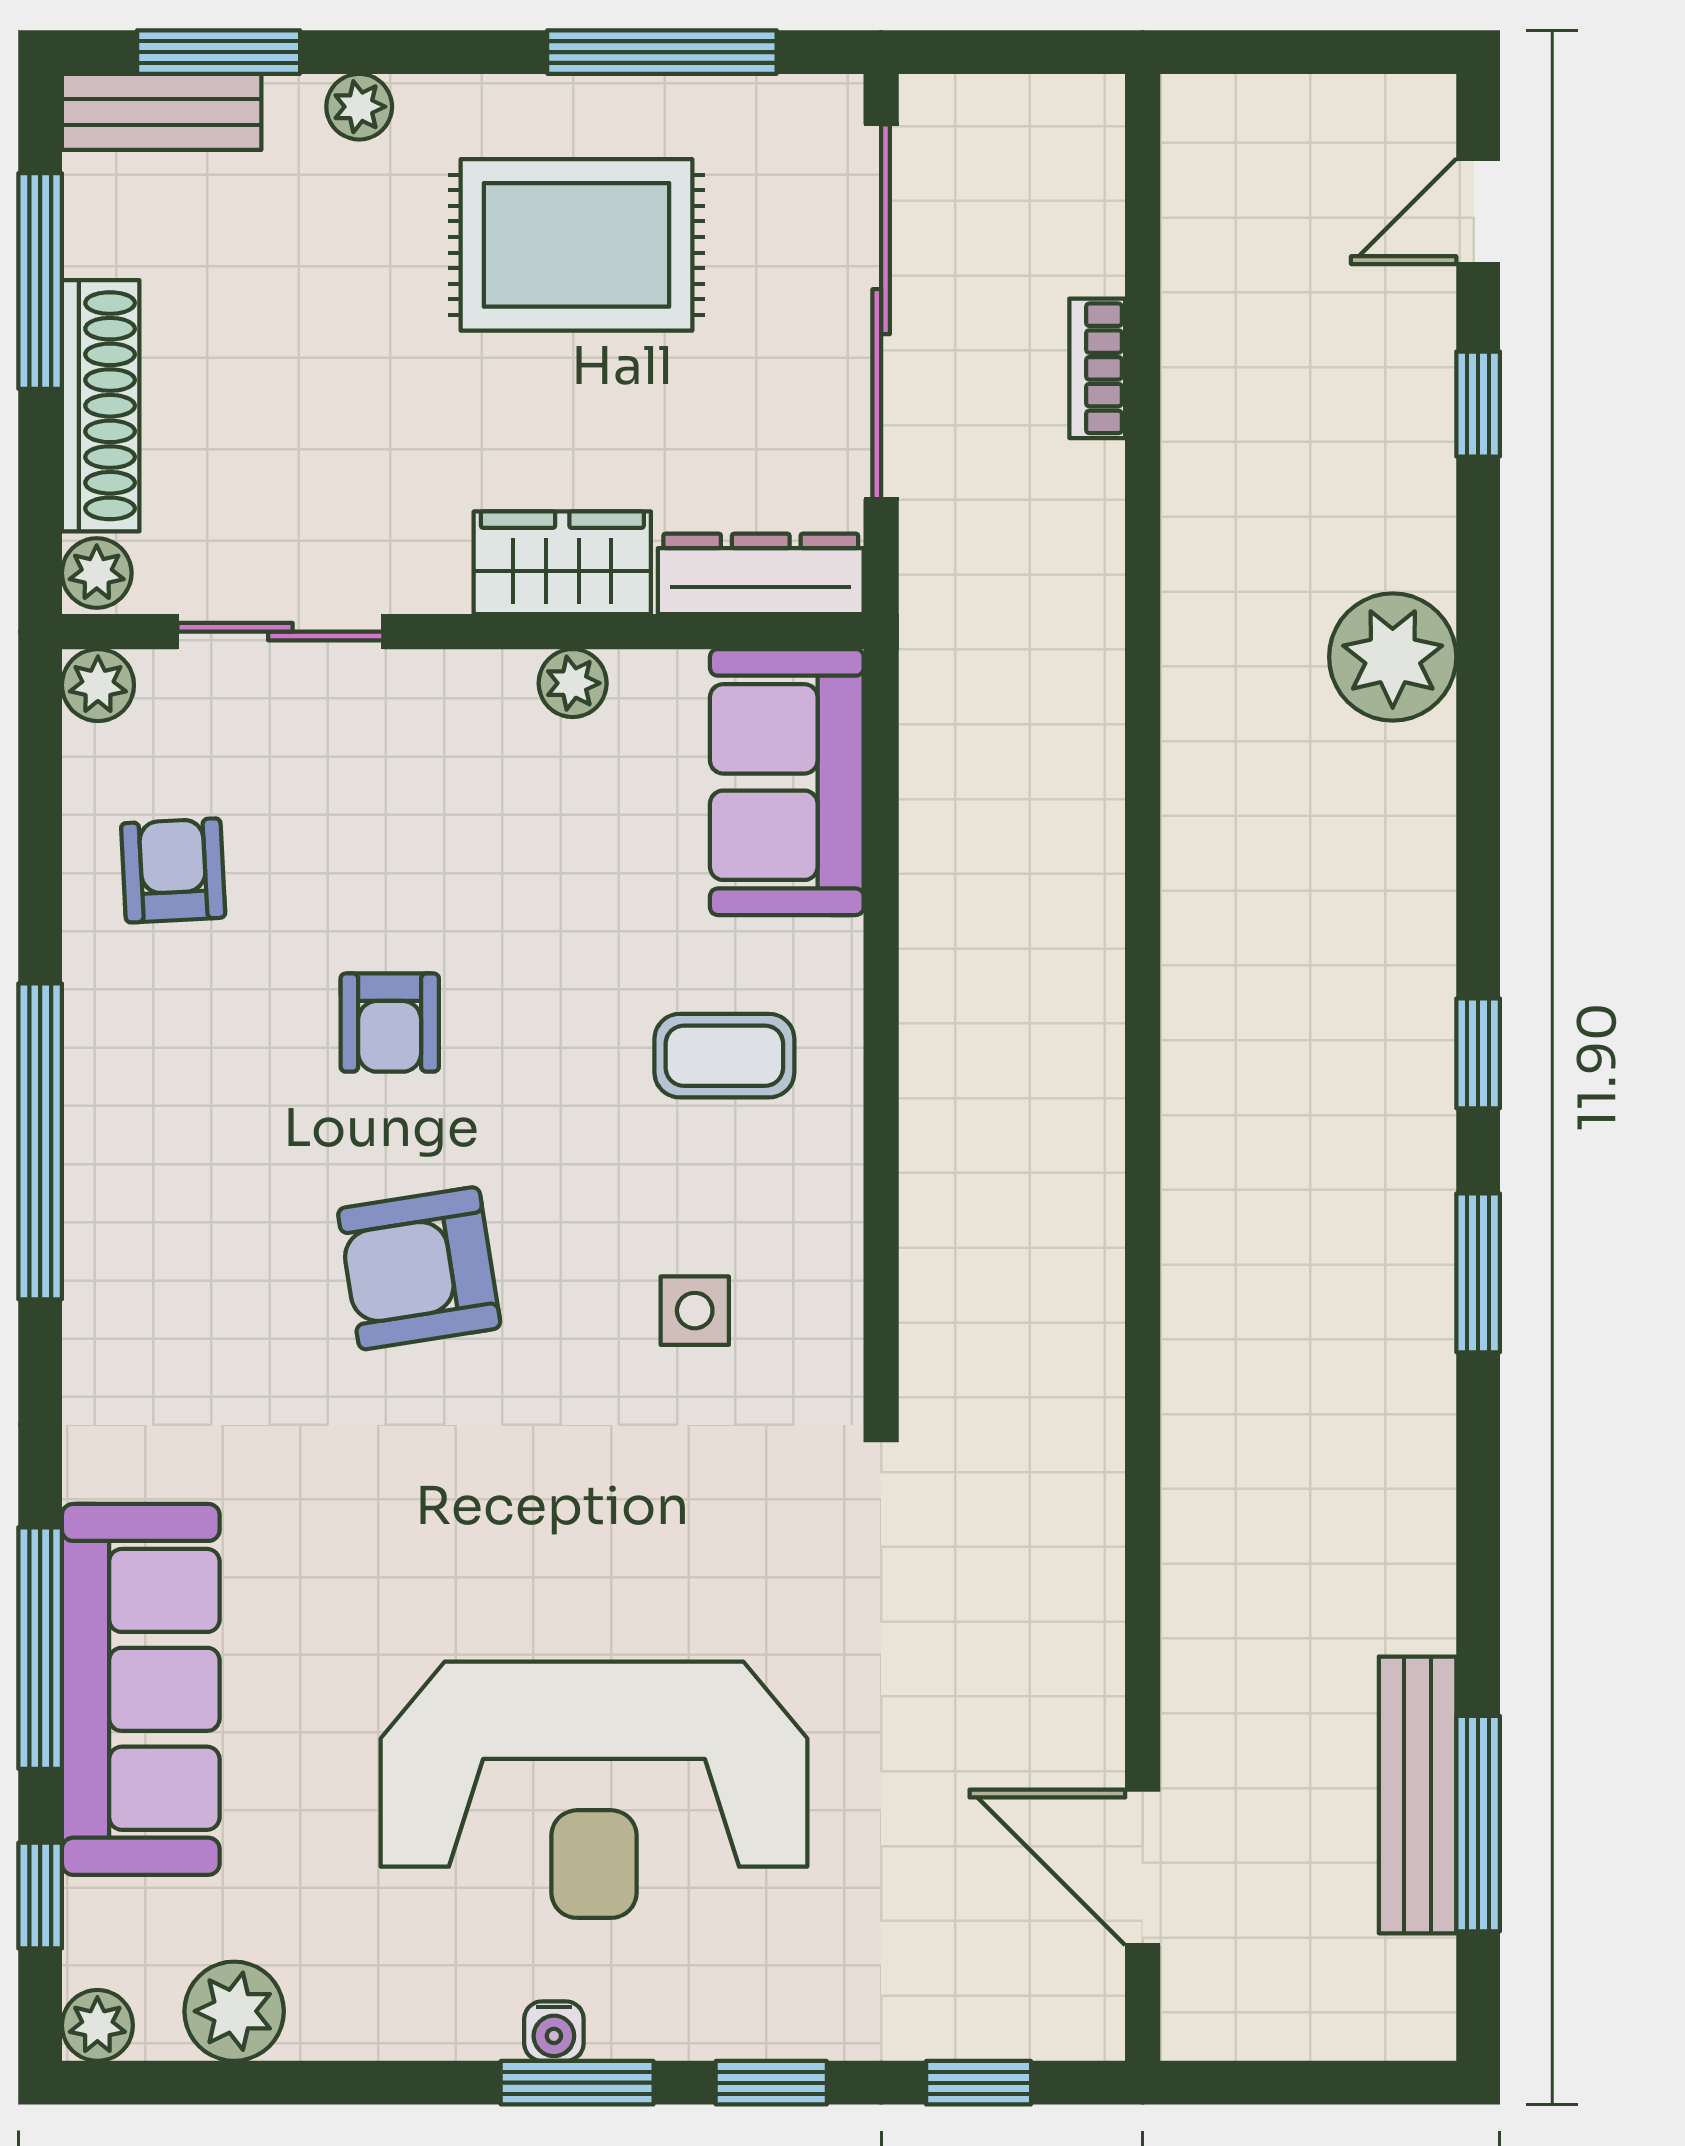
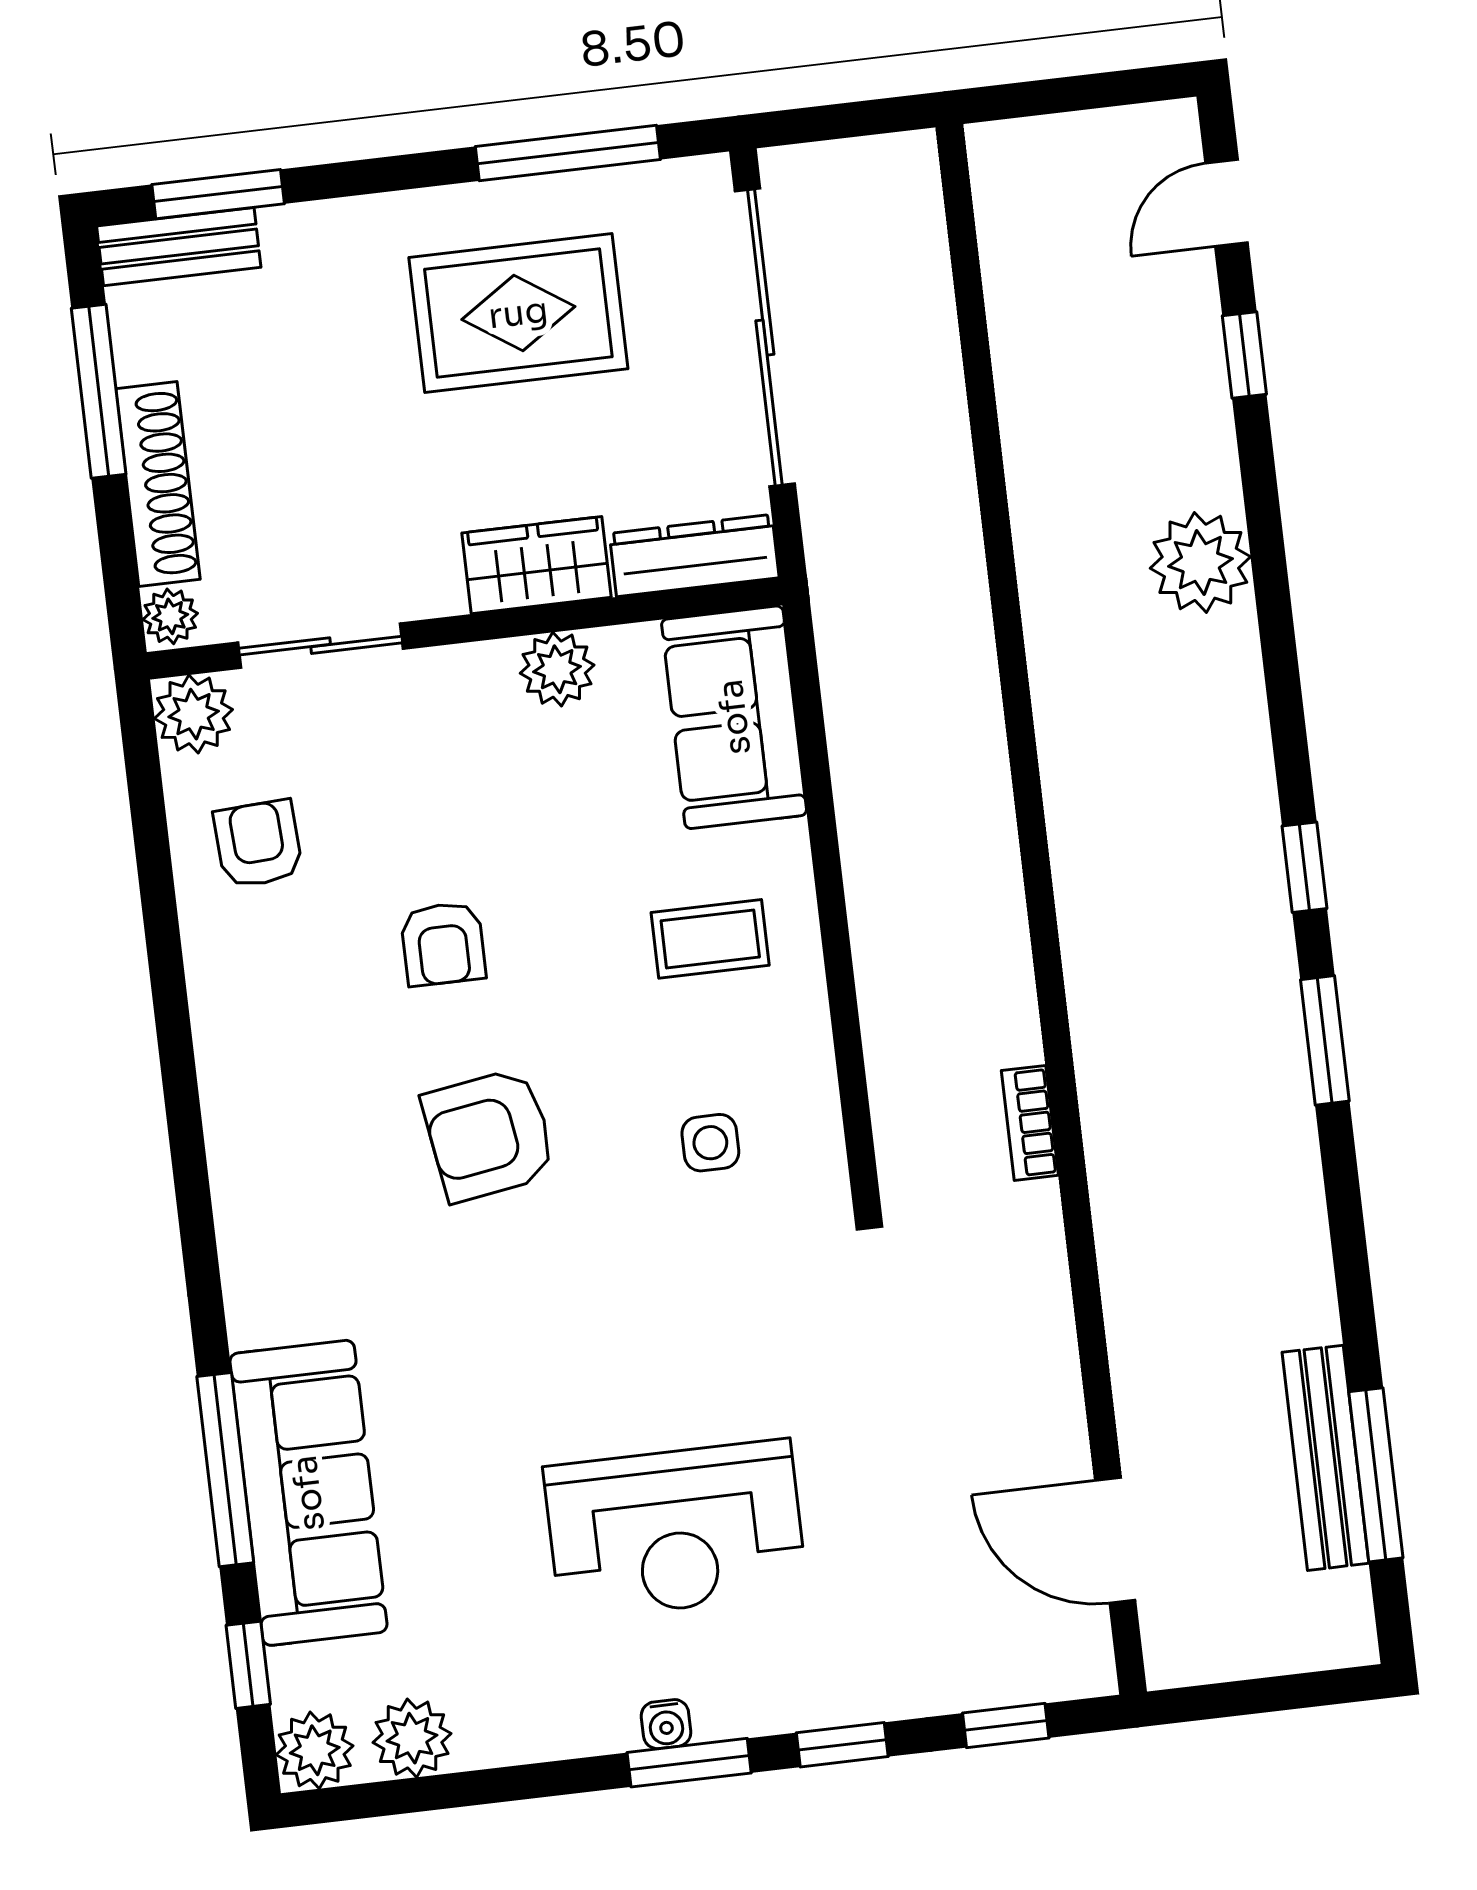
plant: (359, 107) -> (334, 224), removed
bookcase: (1097, 368) -> (1030, 1123), moved
plant: (573, 683) -> (557, 669), width x1.38, depth x1.38
plant: (98, 685) -> (194, 714), width x1.38, depth x1.38
window: (40, 1141) -> (178, 1070), removed
reception desk: (594, 1790) -> (675, 1530), width x0.74, depth x0.77
plant: (97, 2025) -> (315, 1750), width x1.38, depth x1.38

